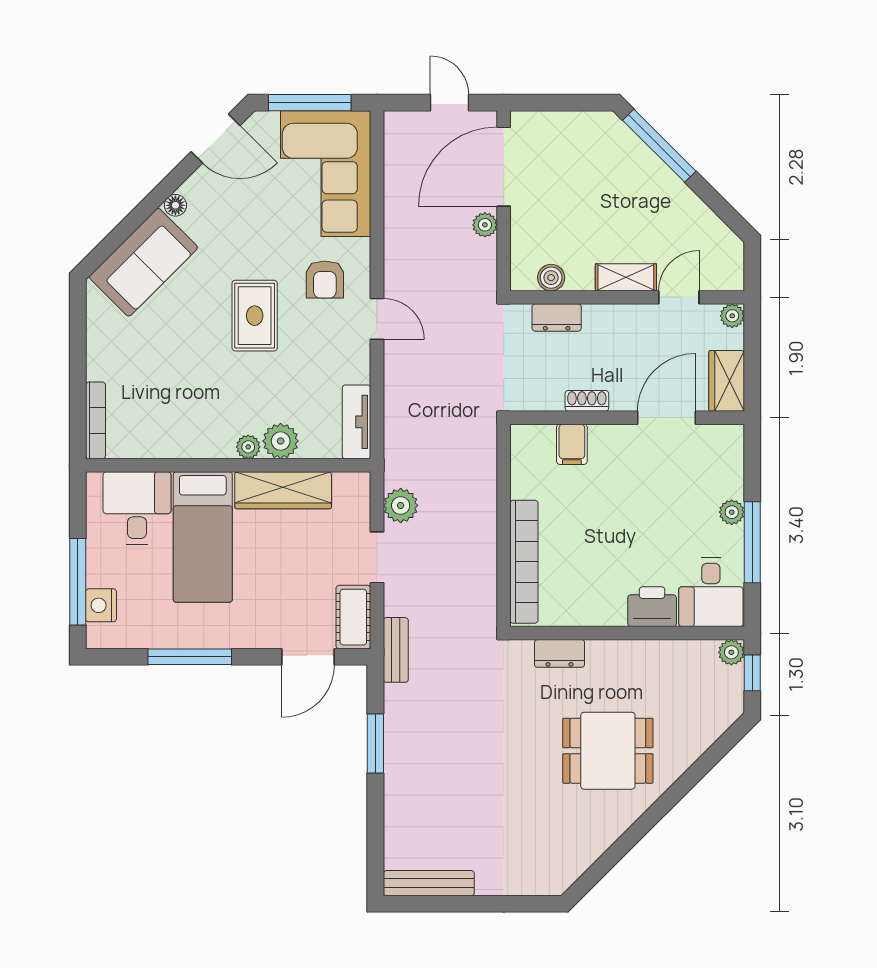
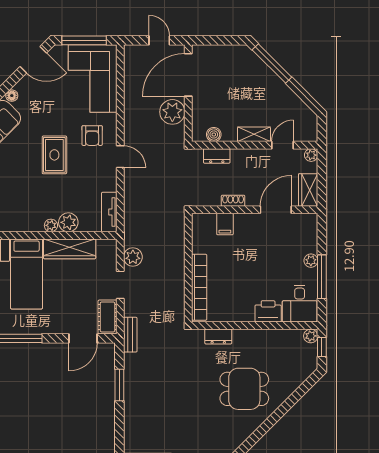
plant: (485, 225) -> (172, 112), width x1.87, depth x1.87

